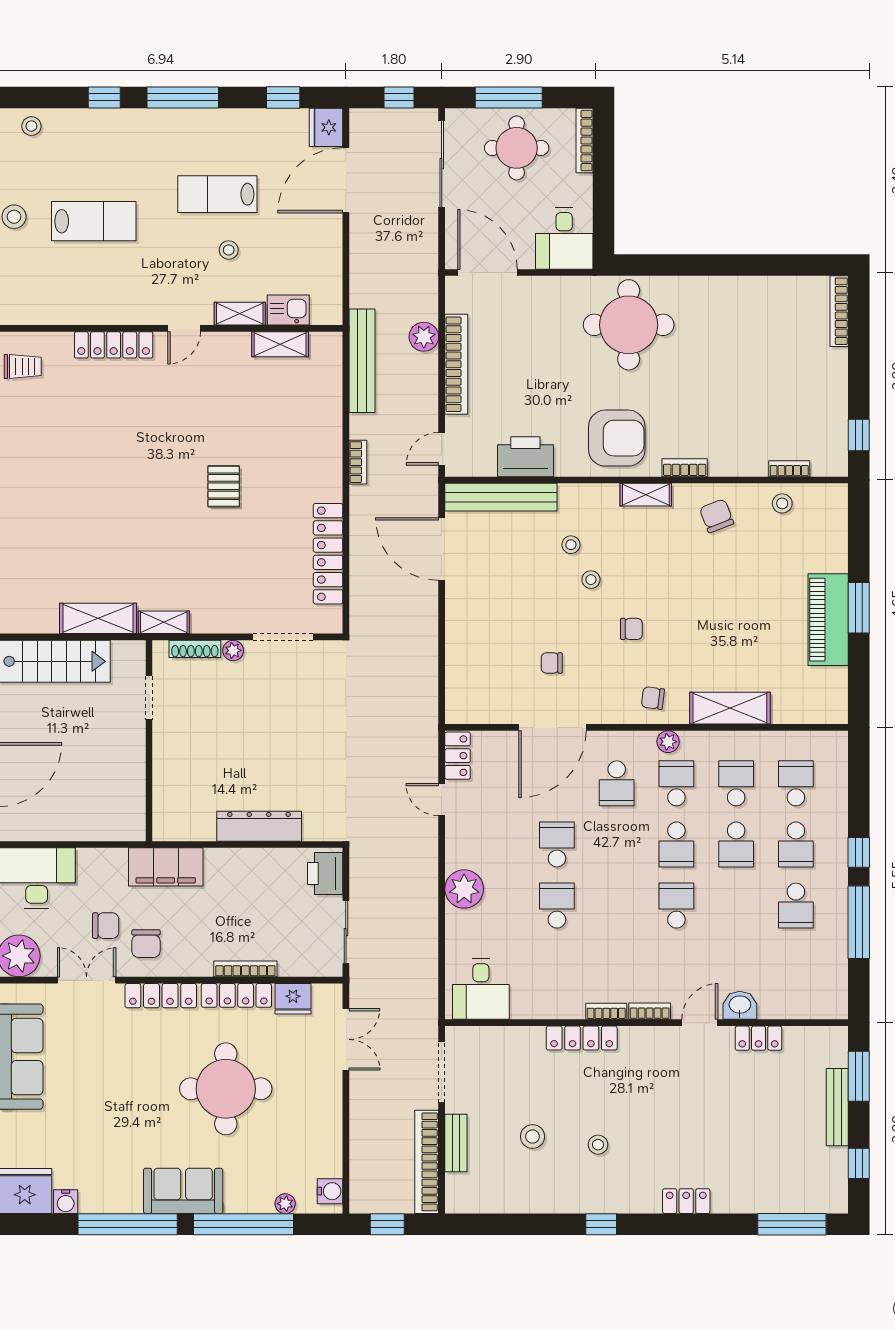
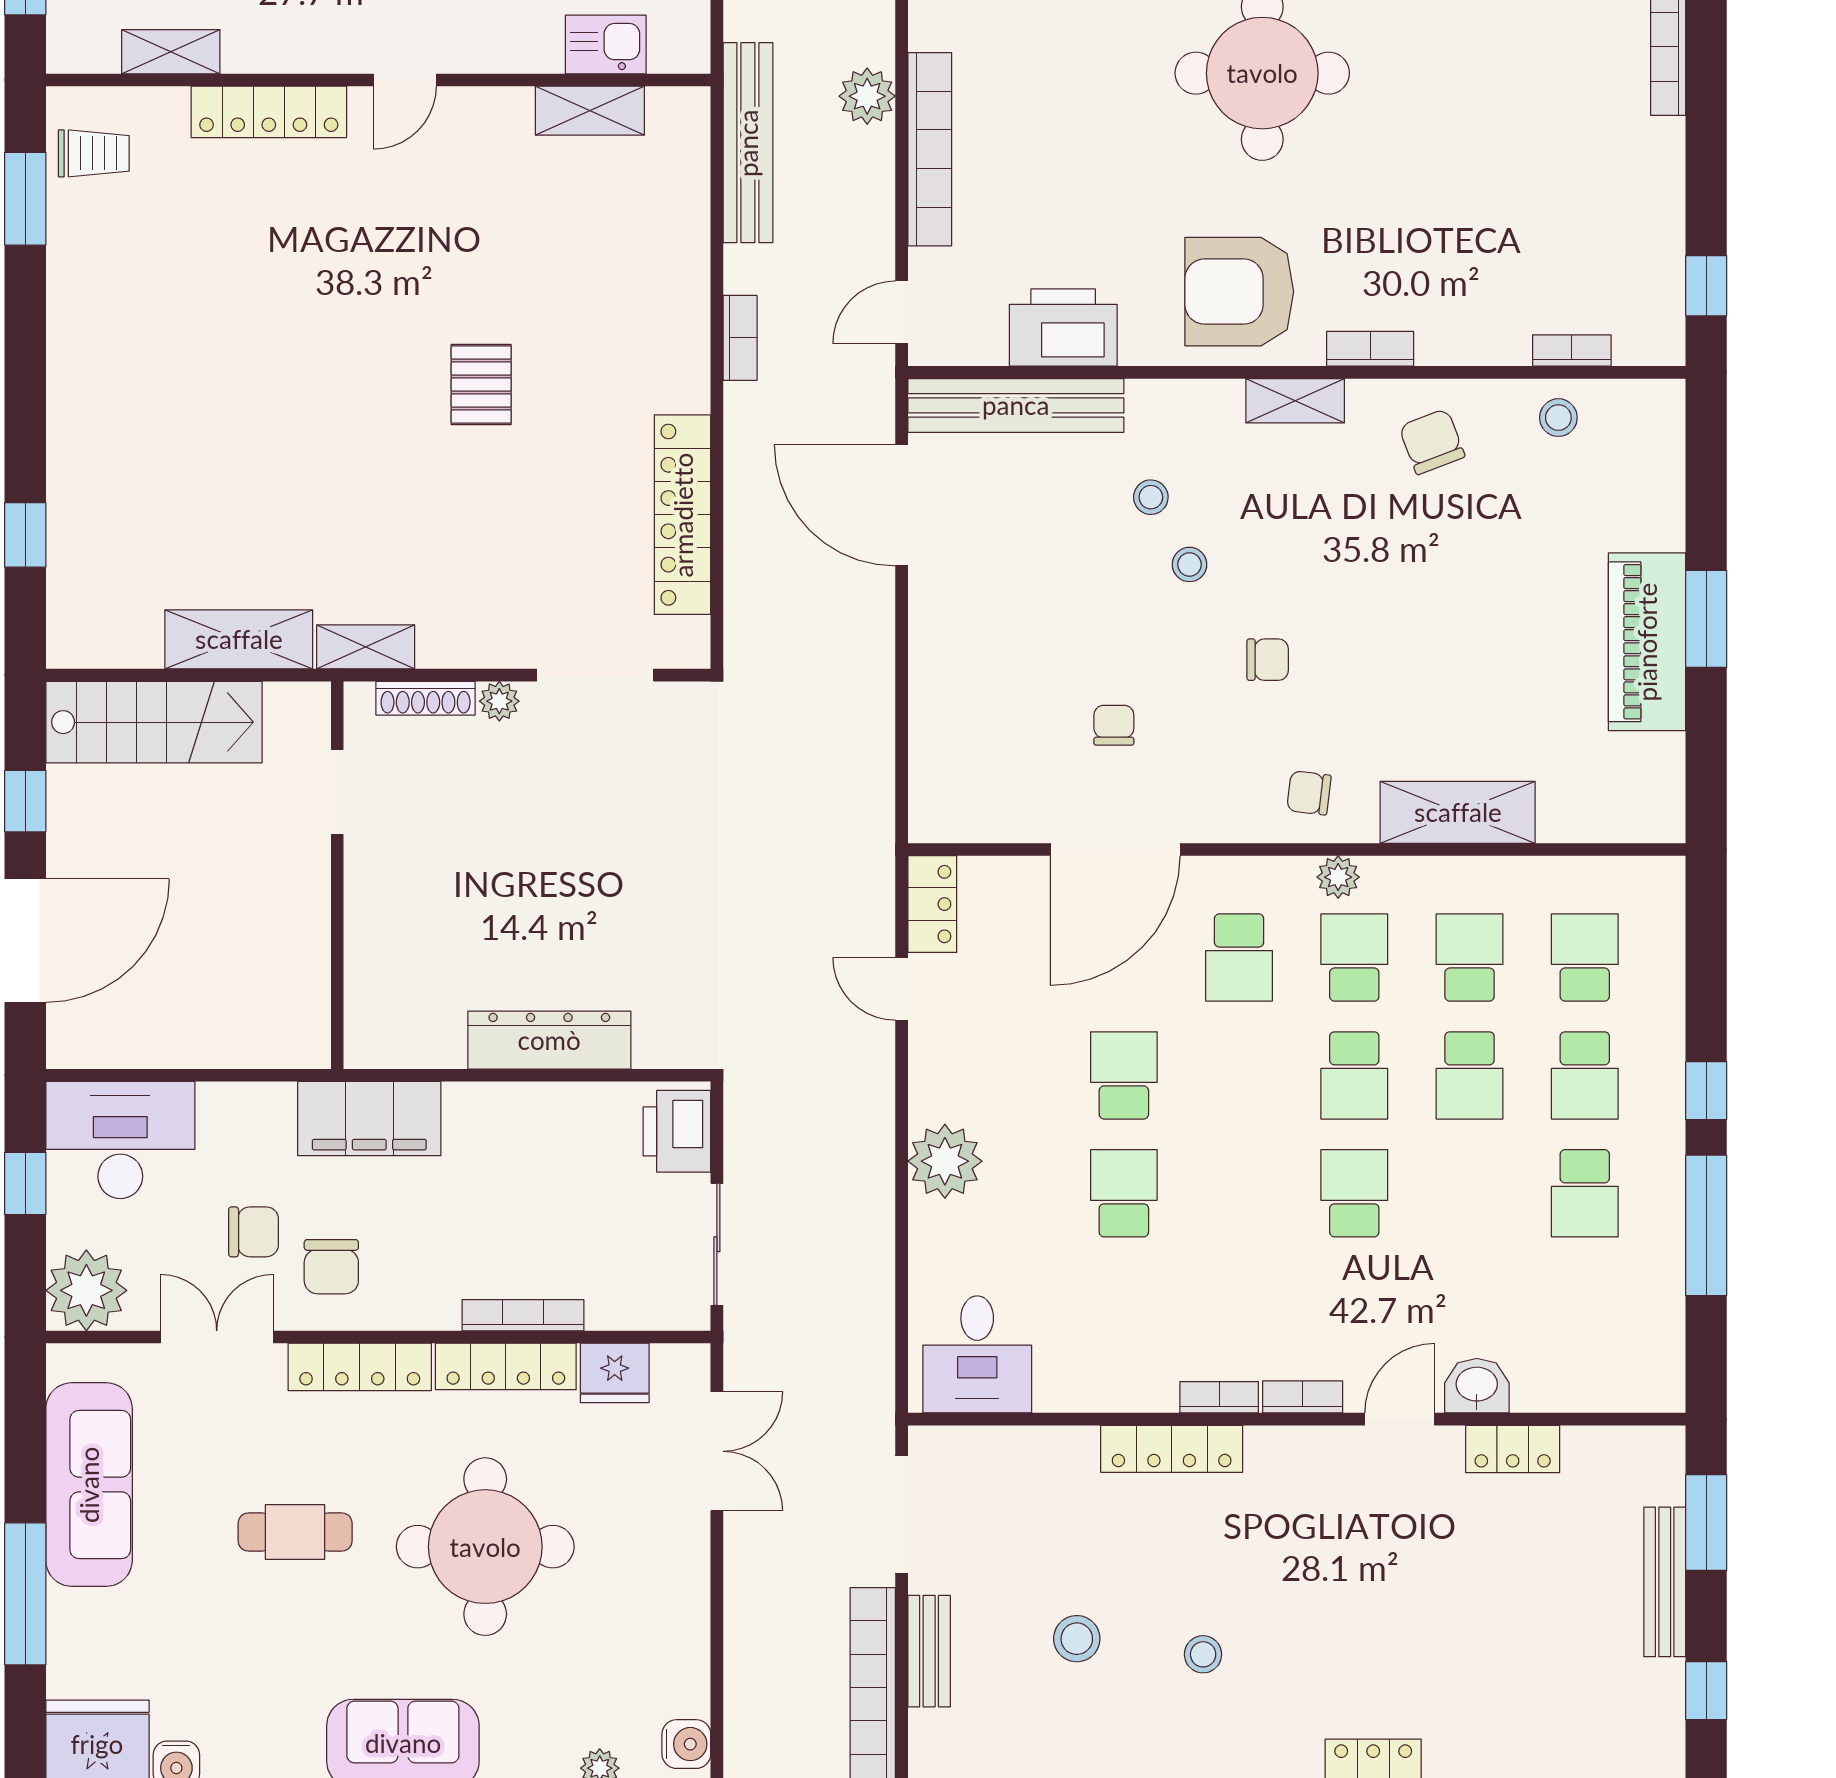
shelving: (240, 314) -> (171, 52), moved
armchair: (617, 438) -> (1239, 292), turned 180
chair: (552, 663) -> (1114, 725), turned 90
cafe table: (127, 1081) -> (295, 1532), added

